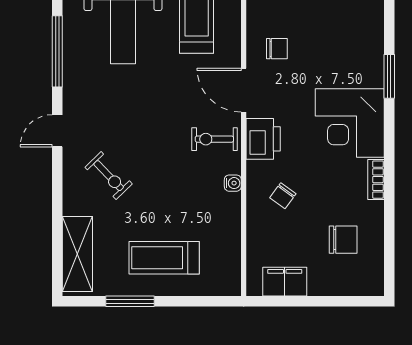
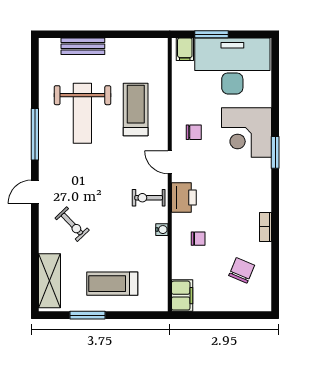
door: (244, 90) -> (170, 162), width x0.73
corner desk: (350, 123) -> (247, 133), moved
chair: (283, 196) -> (198, 239), turned -126
chair: (343, 240) -> (242, 270), turned -67
filing cabinet: (285, 282) -> (182, 296), moved, turned 90

